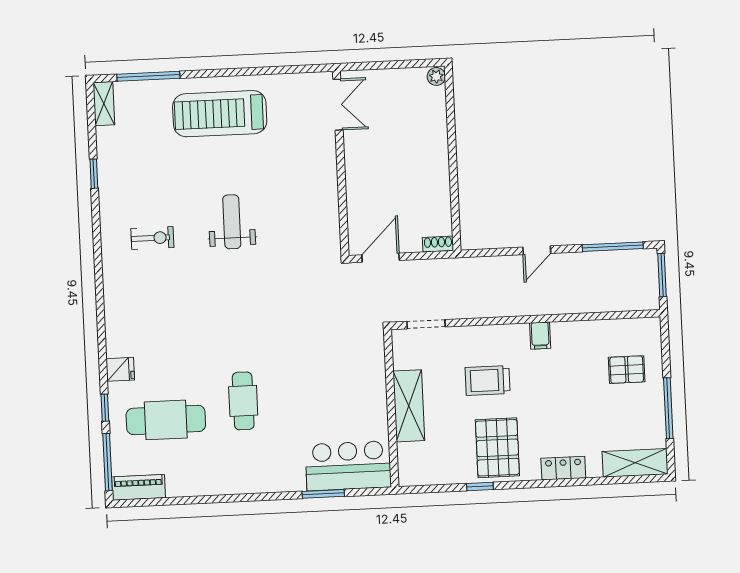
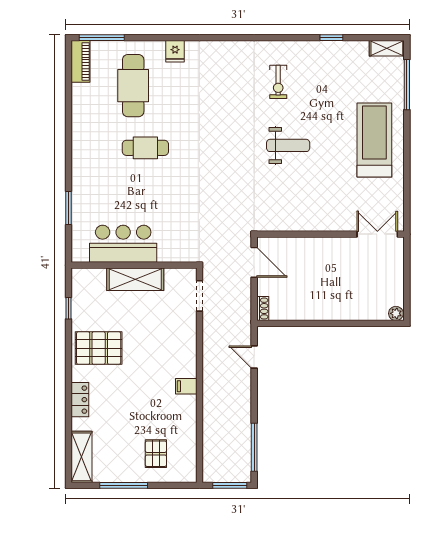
double door: (338, 105) -> (377, 234), swing flipped
door: (537, 250) -> (254, 357), moved
trolley: (488, 380) -> (152, 343), removed
window: (105, 408) -> (145, 38), removed
bar counter: (348, 466) -> (123, 244), moved, turned -90
window: (480, 487) -> (68, 308), moved

